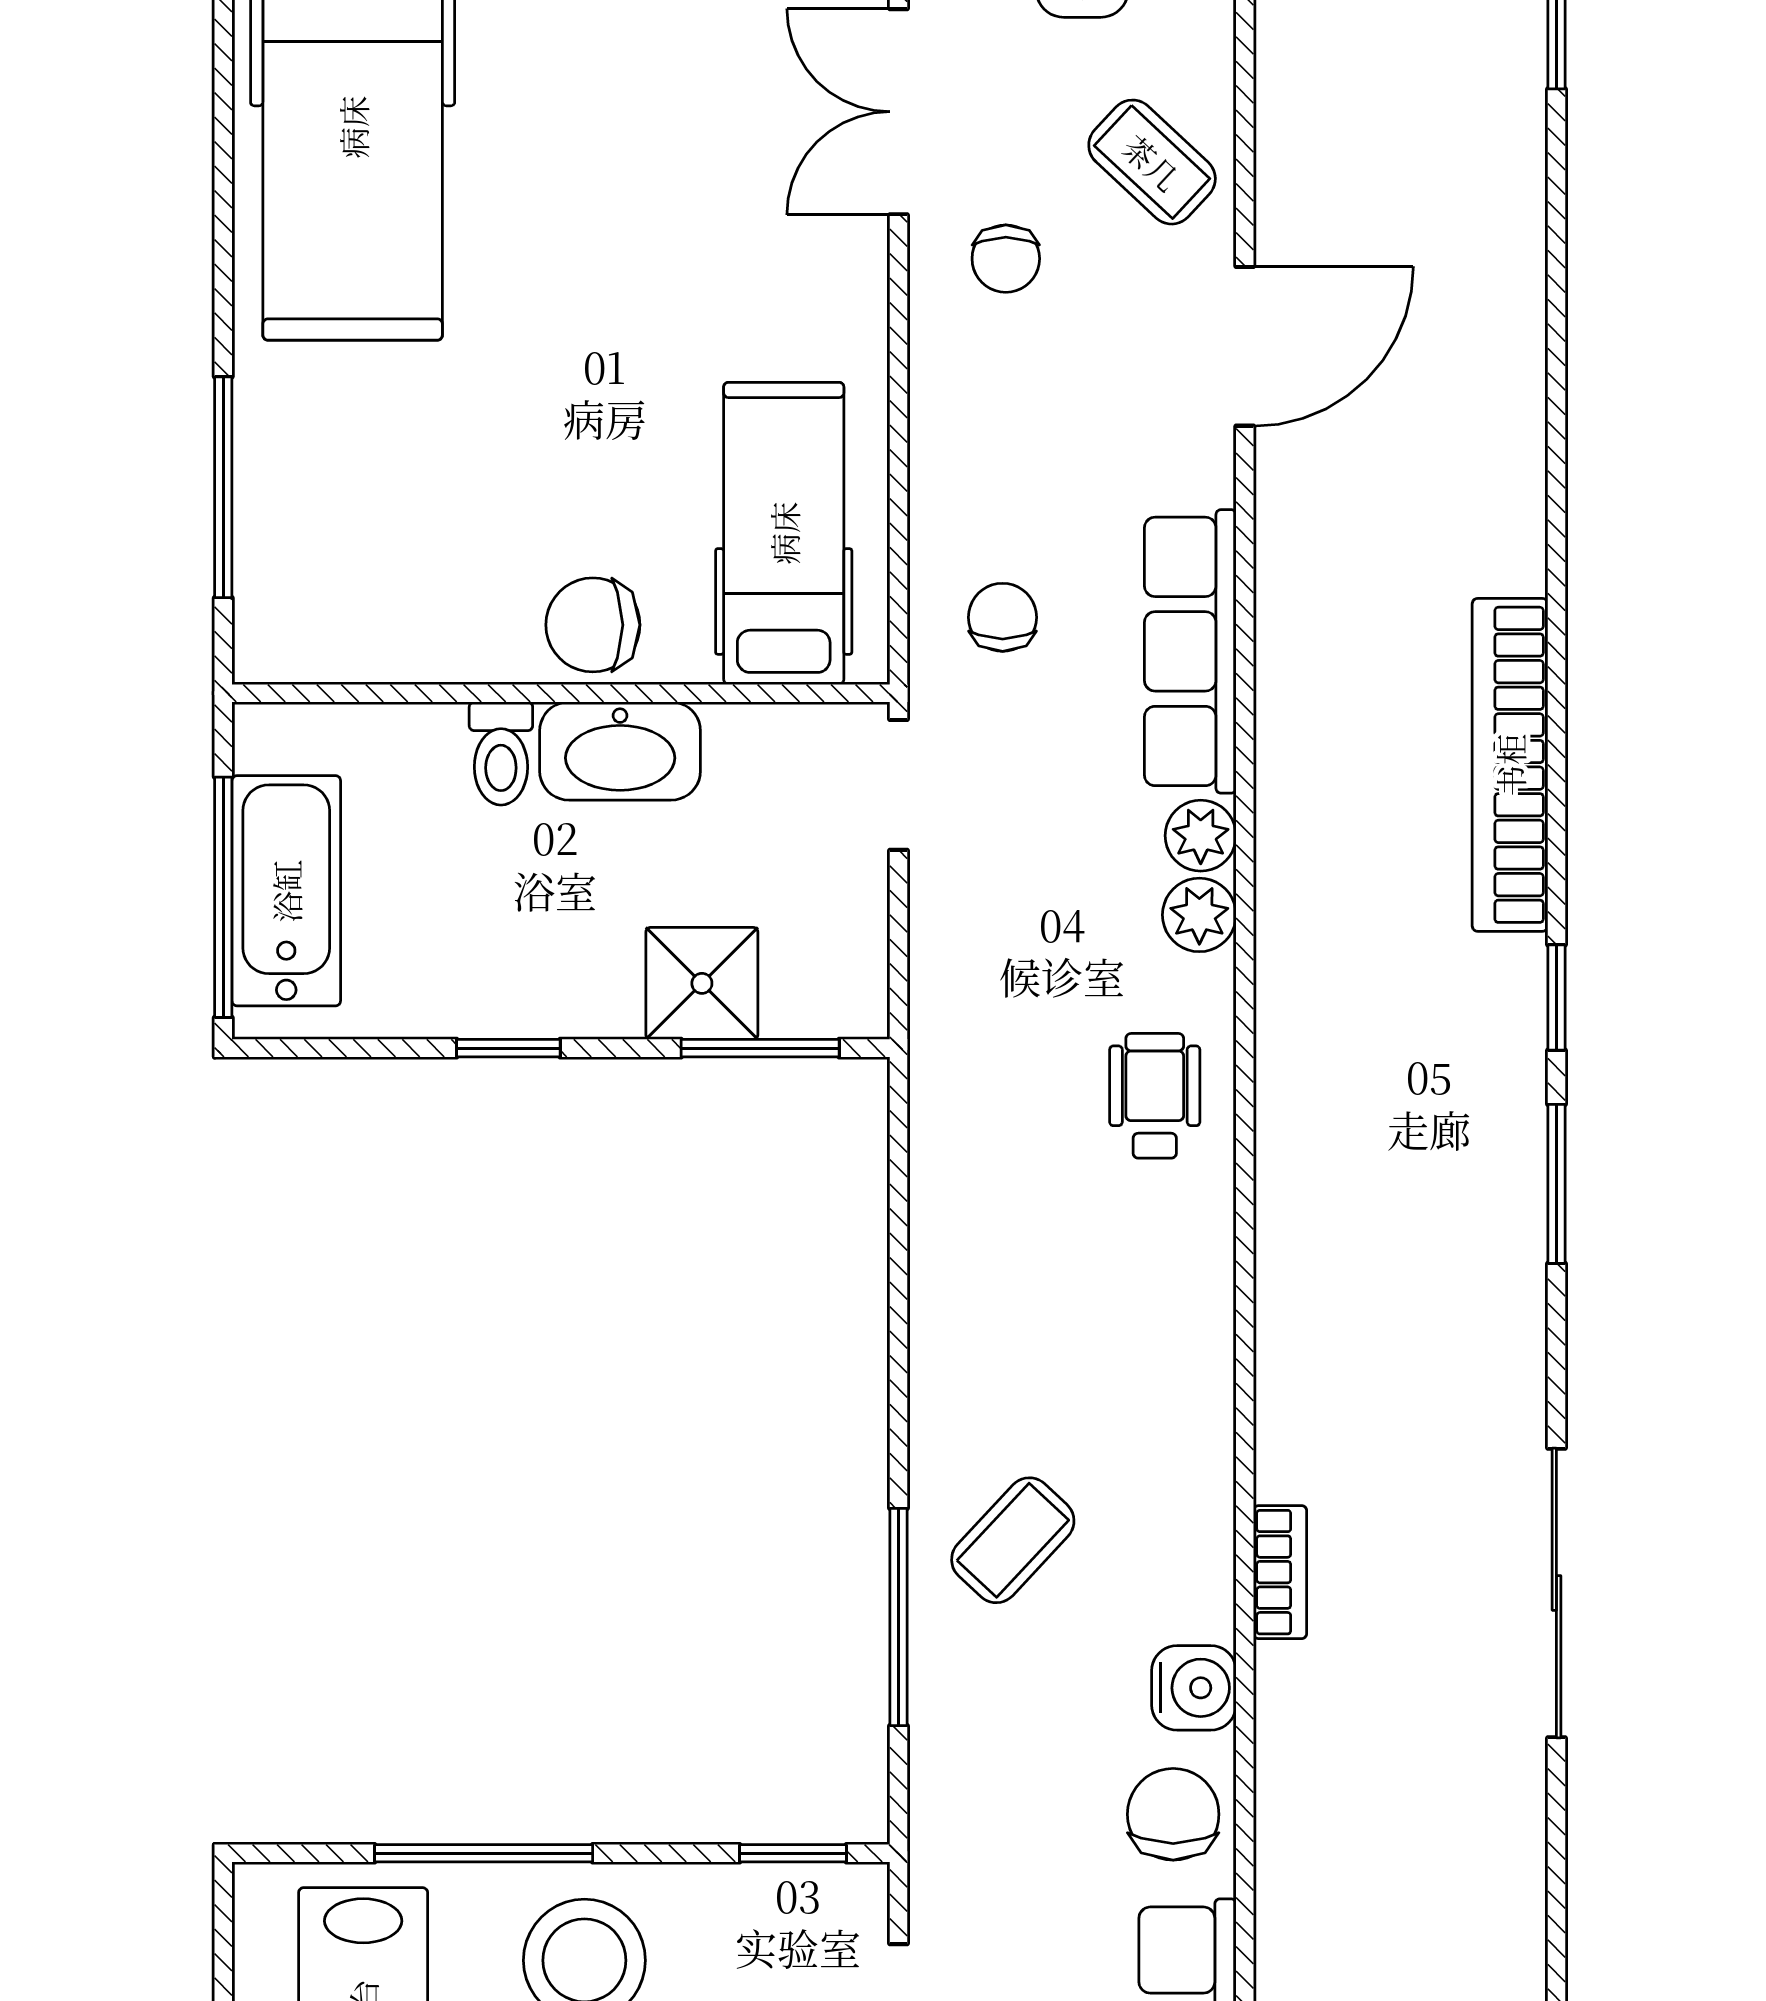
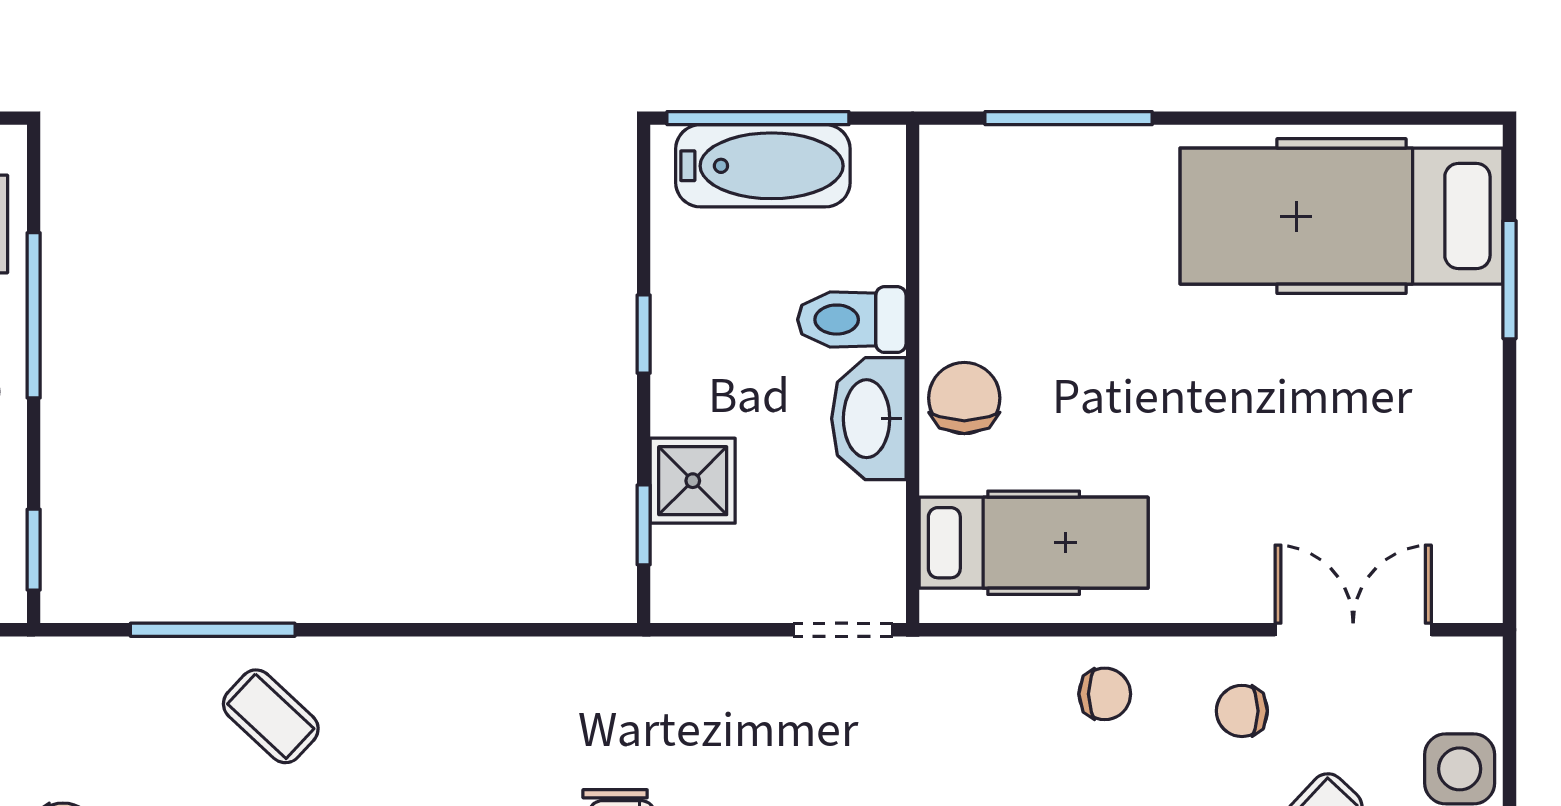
chair: (1003, 617) -> (1105, 694), moved
toilet: (501, 753) -> (852, 320), width x1.37, depth x1.39
window: (760, 1048) -> (644, 525), width x0.67

